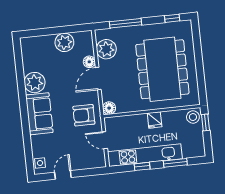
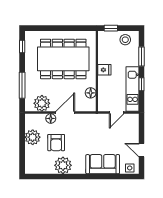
door: (98, 78) -> (65, 113), swing flipped
floor lamp: (109, 108) -> (91, 93), moved
sofa: (39, 114) -> (103, 164), moved
armchair: (84, 115) -> (56, 143), moved
stool: (193, 117) -> (125, 40), moved
kitchen unit: (145, 155) -> (133, 89), width x0.73

